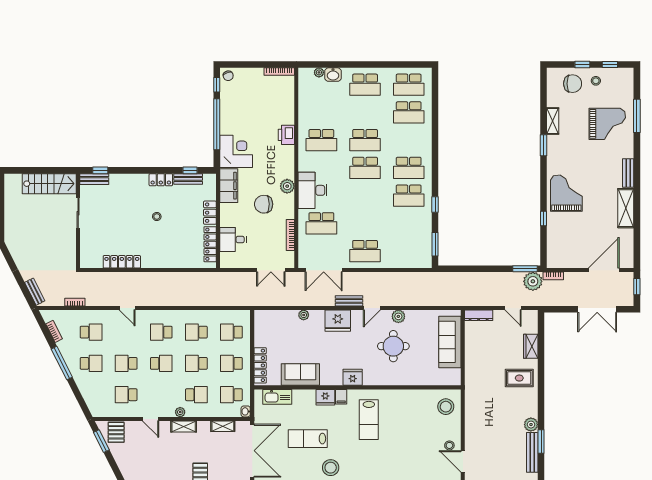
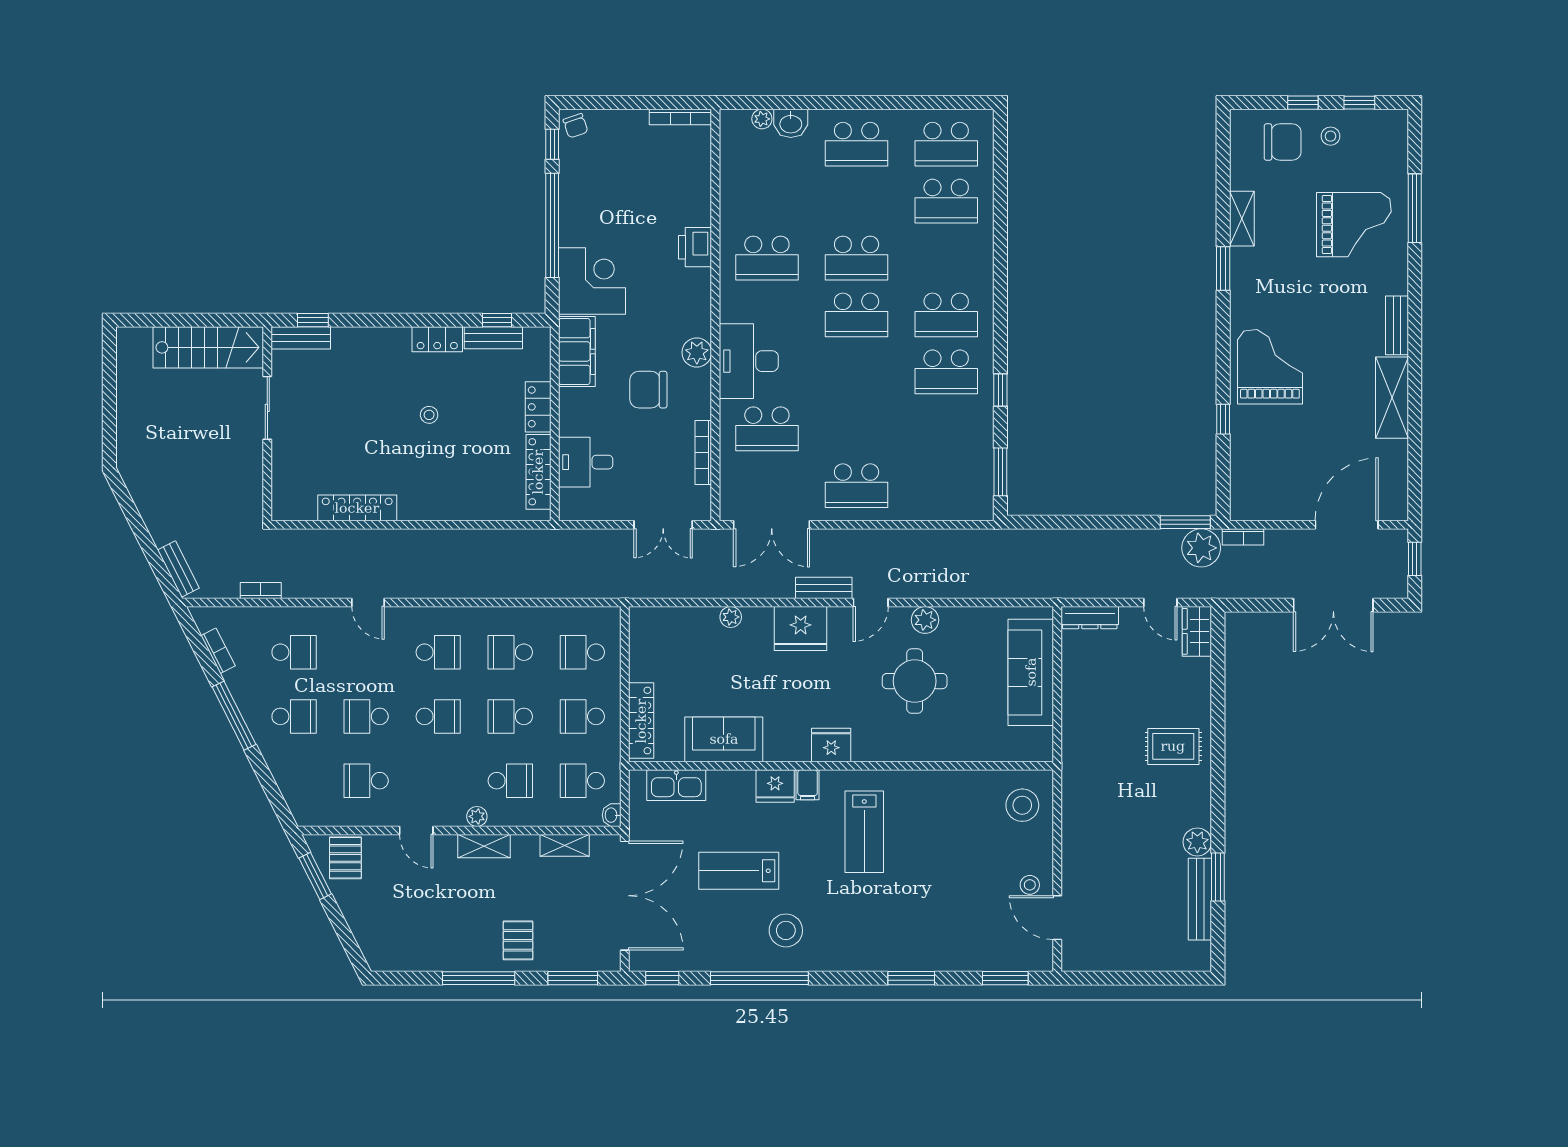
school desk: (161, 332) -> (438, 652), turned 180
wardrobe: (531, 346) -> (1197, 631), moved

